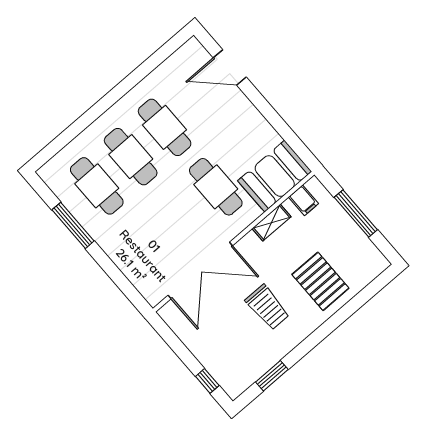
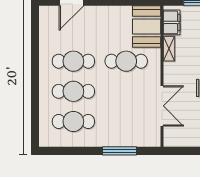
filing cabinet: (303, 200) -> (172, 22), width x2.00
window: (73, 225) -> (120, 151), moved
double door: (200, 270) -> (162, 106), width x0.73

